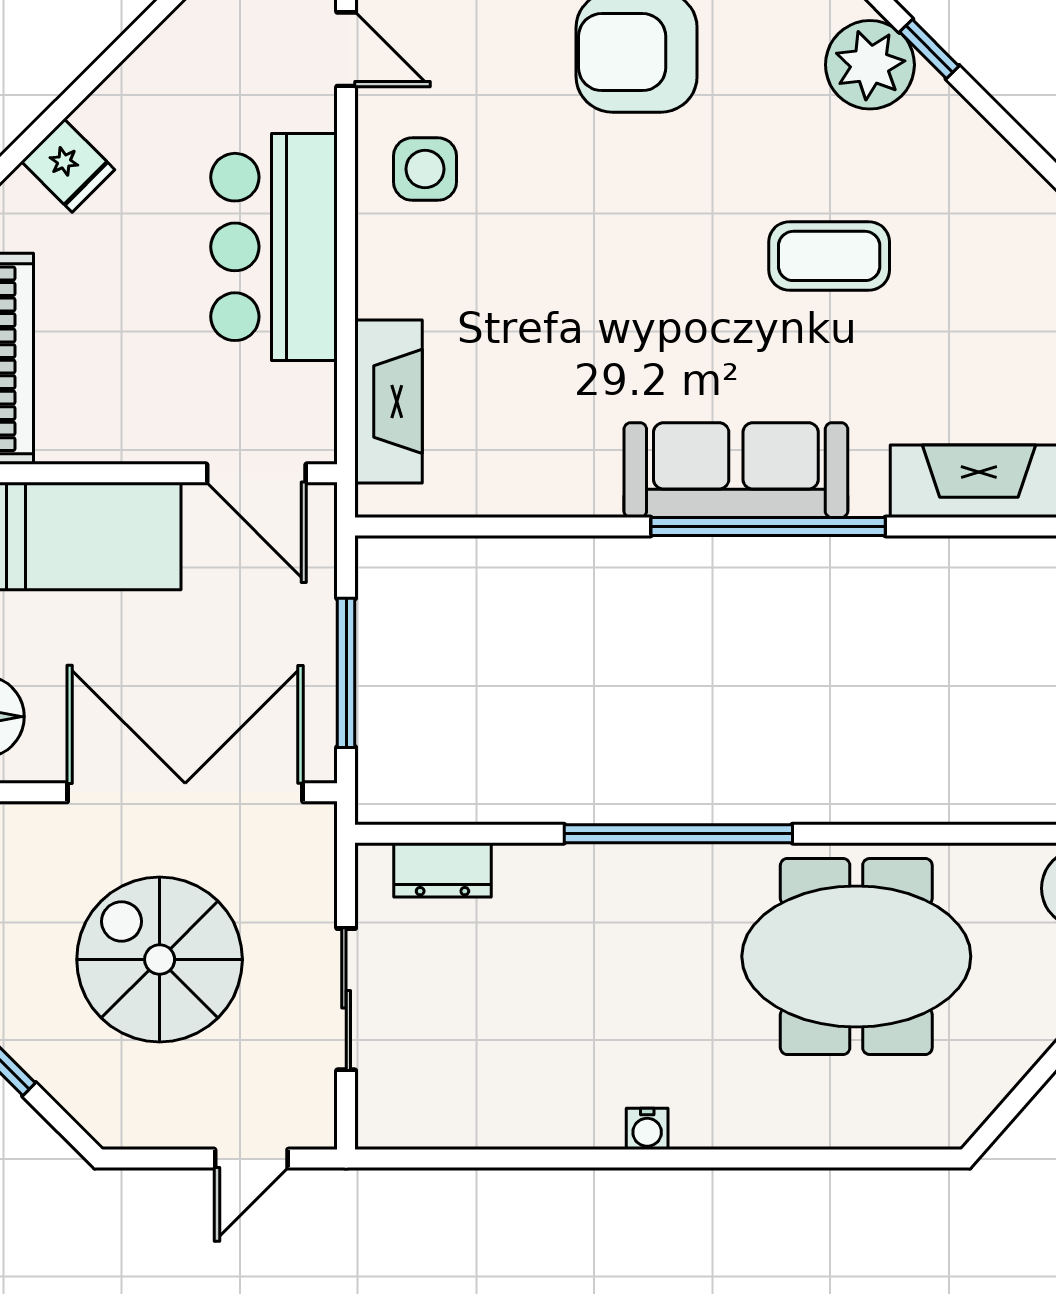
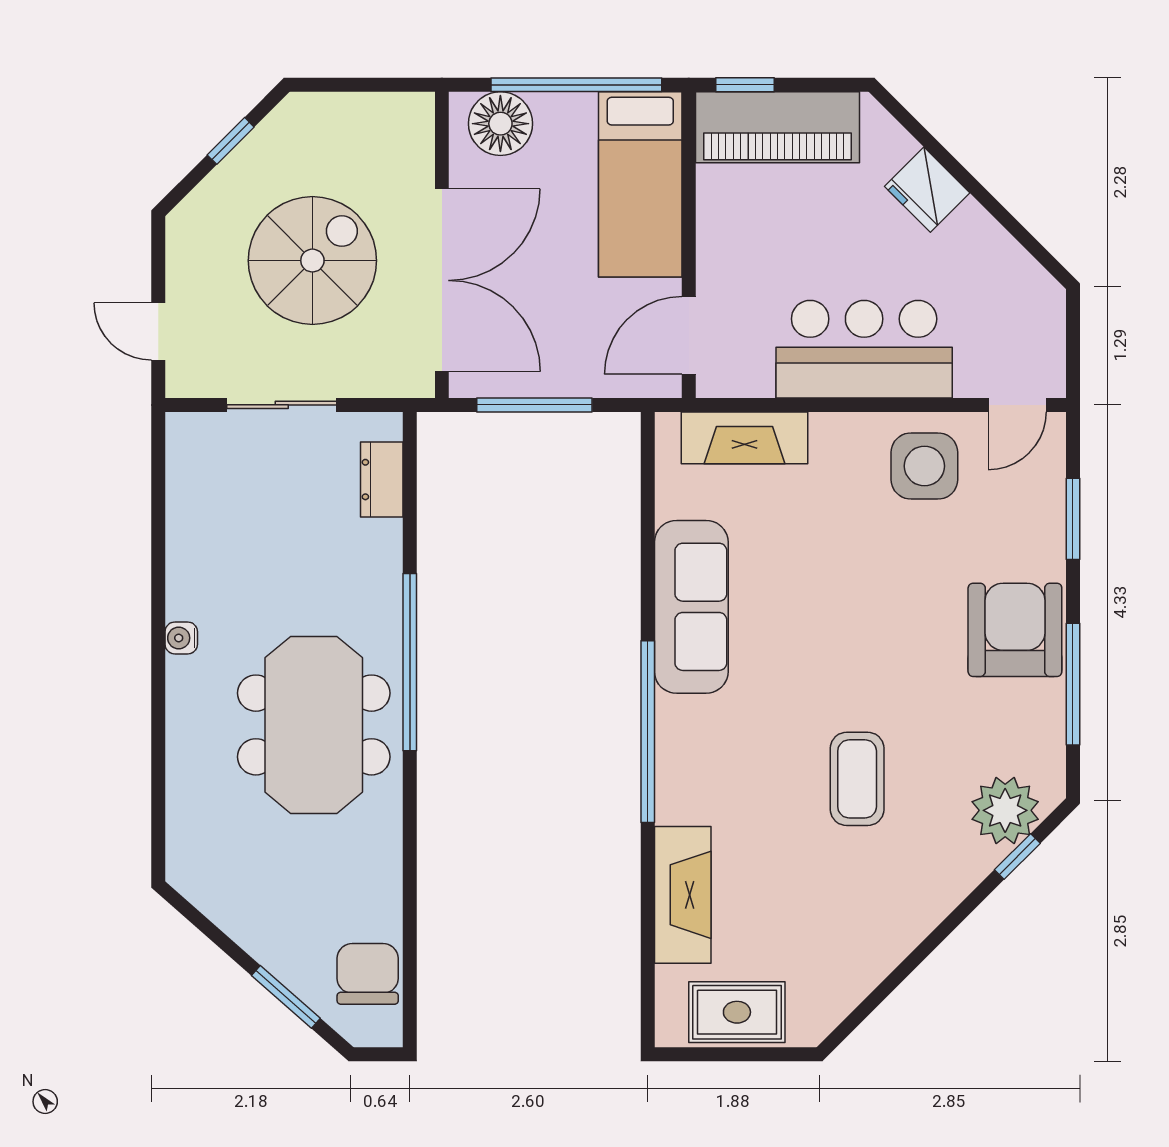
fridge: (68, 166) -> (927, 190), width x1.38
side table: (425, 169) -> (924, 466), width x1.37, depth x1.37
sofa: (736, 470) -> (691, 607), moved
meeting table: (856, 956) -> (314, 725), moved

